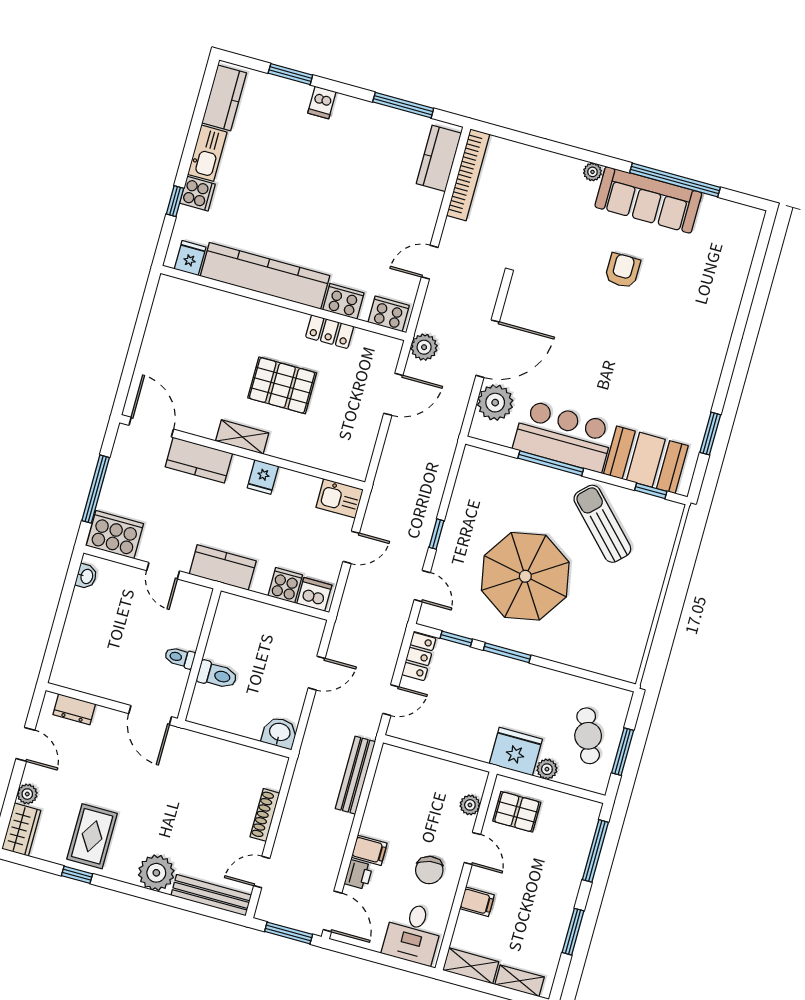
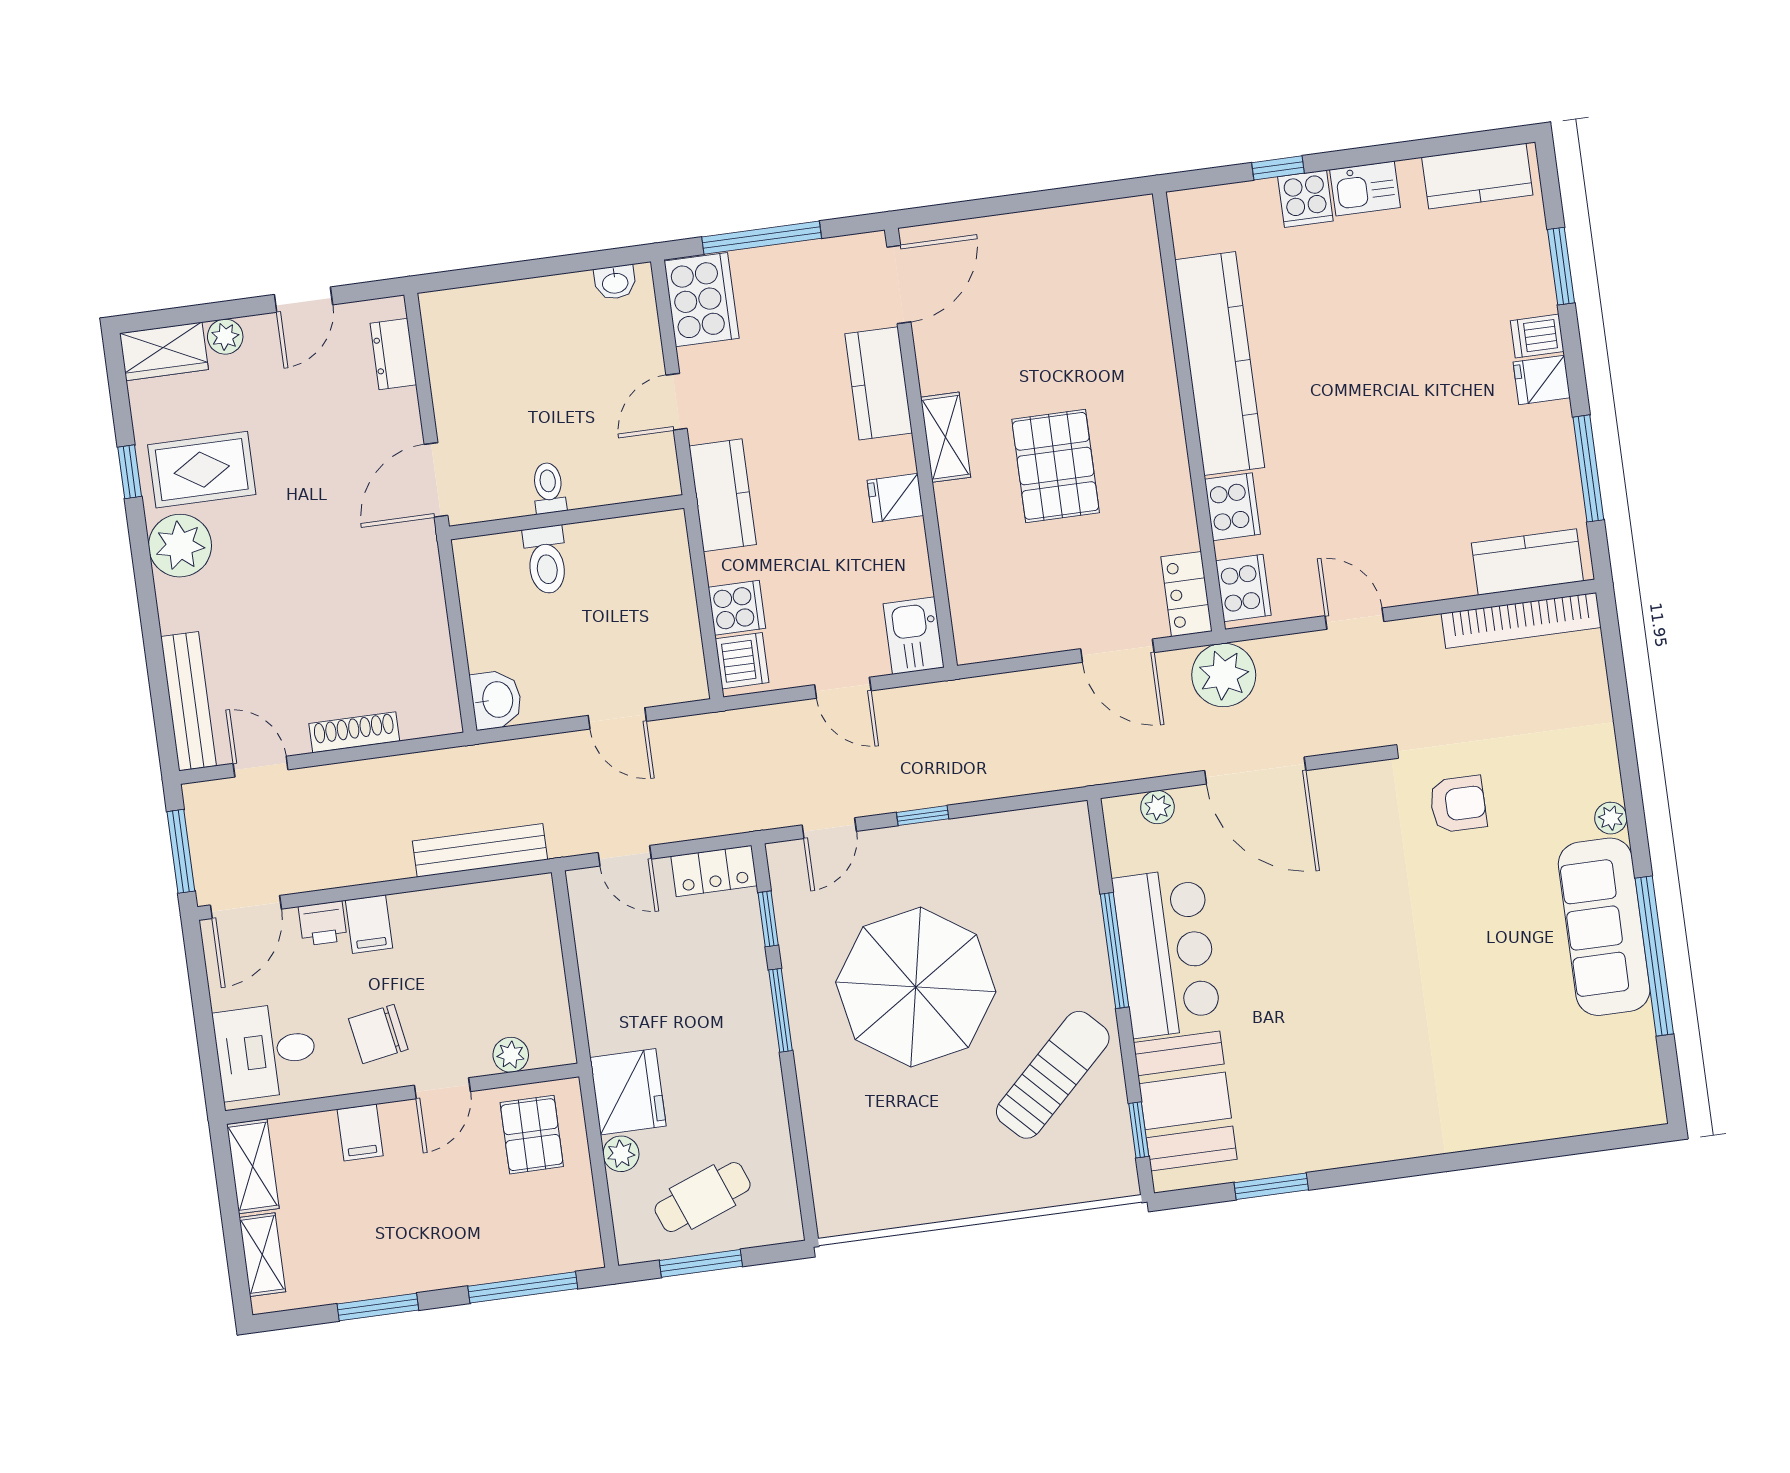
kitchen sink: (207, 153) -> (1365, 189), width x0.73
fridge: (190, 258) -> (1542, 380), moved, turned 180
armchair: (623, 271) -> (1458, 804), moved
locker: (330, 332) -> (1186, 594), moved
plant: (424, 347) -> (1224, 675), width x1.36, depth x1.36
plant: (495, 403) -> (1157, 807), width x0.53, depth x0.53
plant: (156, 873) -> (180, 546), moved

